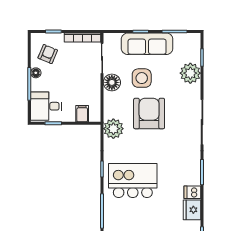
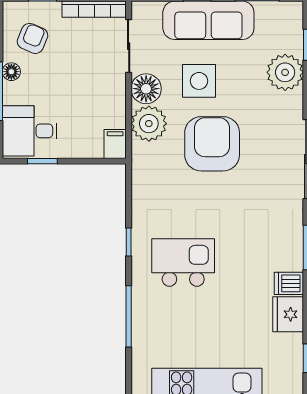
filing cabinet: (82, 114) -> (115, 144), moved
plant: (113, 129) -> (149, 124), moved
kitchen island: (133, 181) -> (183, 262), width x0.73, depth x0.78

